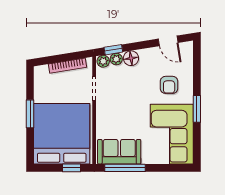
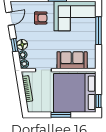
window: (113, 50) -> (14, 45), moved
sofa: (119, 152) -> (72, 60), moved, turned 90
window: (71, 168) -> (99, 101), moved
window: (125, 168) -> (99, 31), moved

